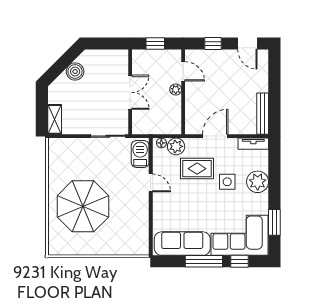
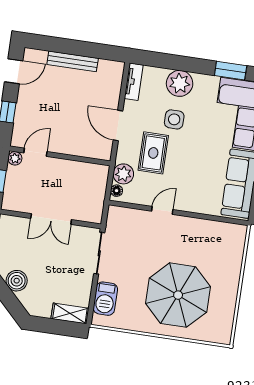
plant: (176, 90) -> (15, 158), moved
double door: (130, 92) -> (51, 219), swing flipped
bench: (263, 114) -> (73, 61), moved
barbecue: (140, 154) -> (105, 299), moved, turned -90

